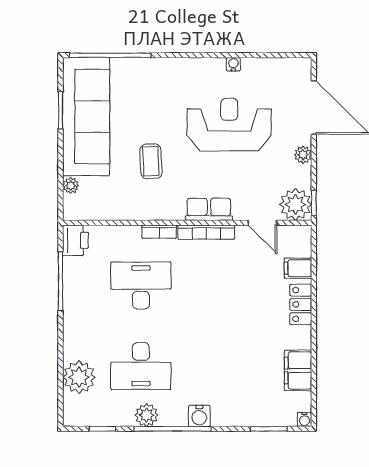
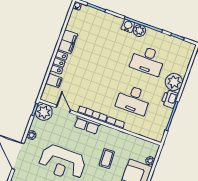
printer: (75, 240) -> (170, 99), moved
desk: (141, 366) -> (148, 60), turned 180
filing cabinet: (298, 370) -> (68, 42), moved
plant: (79, 377) -> (174, 82), moved
plant: (147, 415) -> (139, 31), moved

